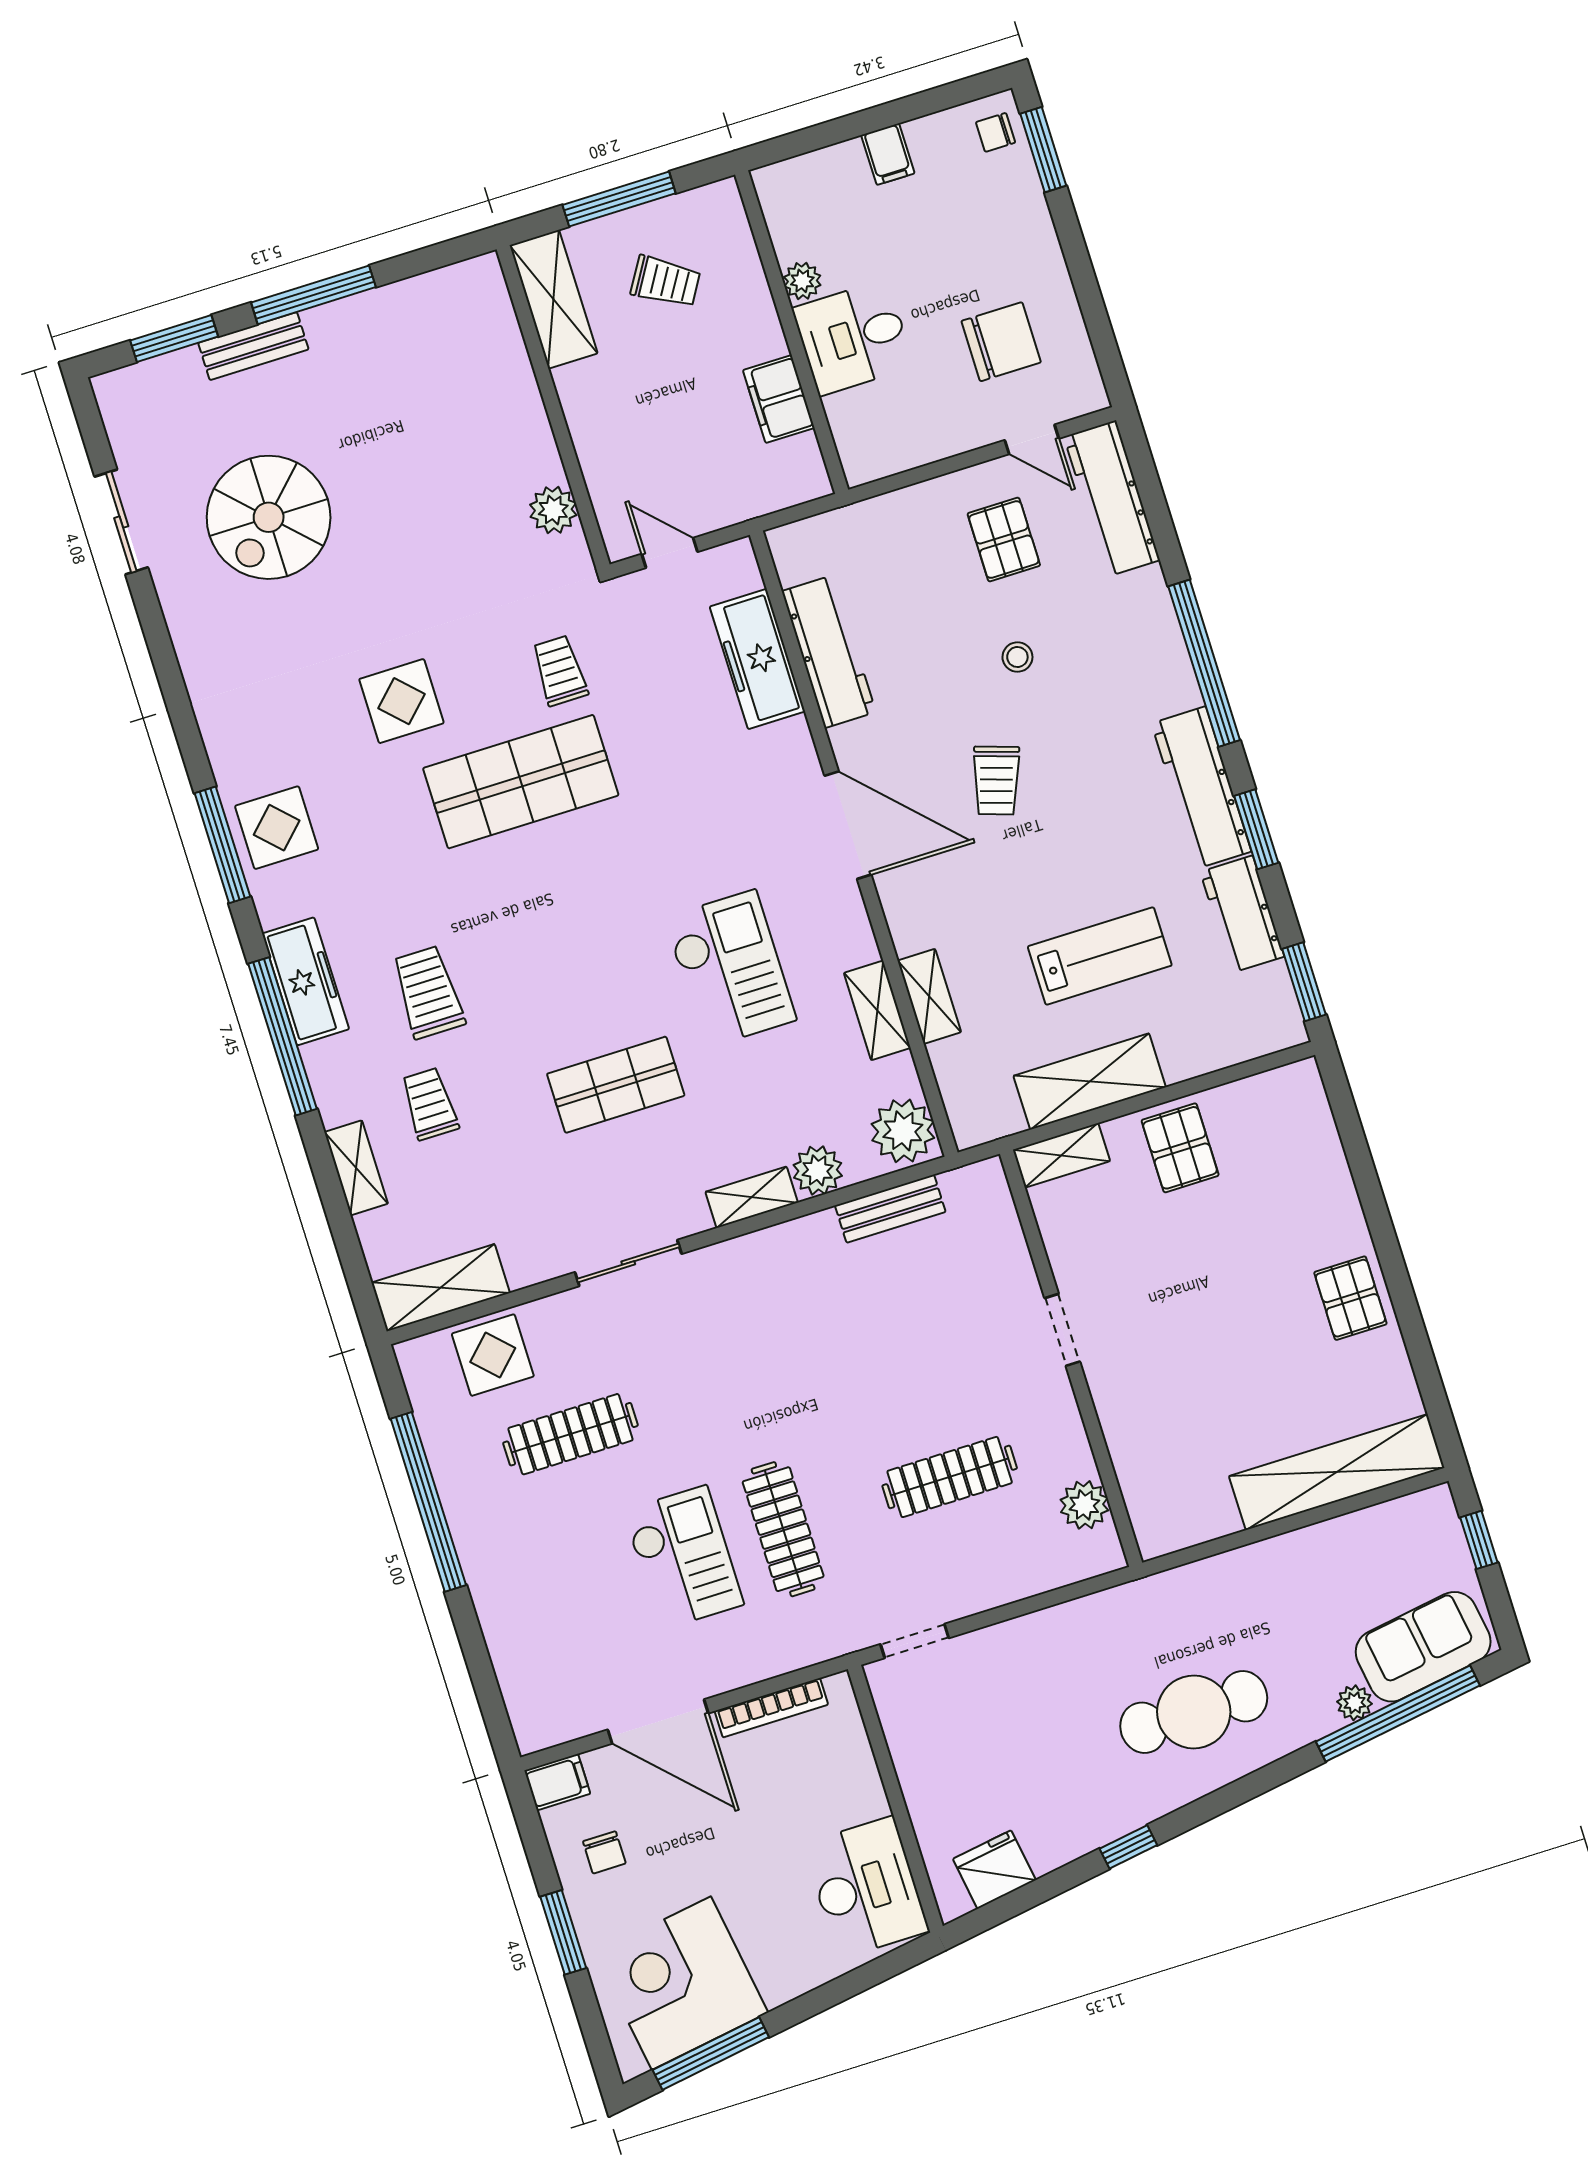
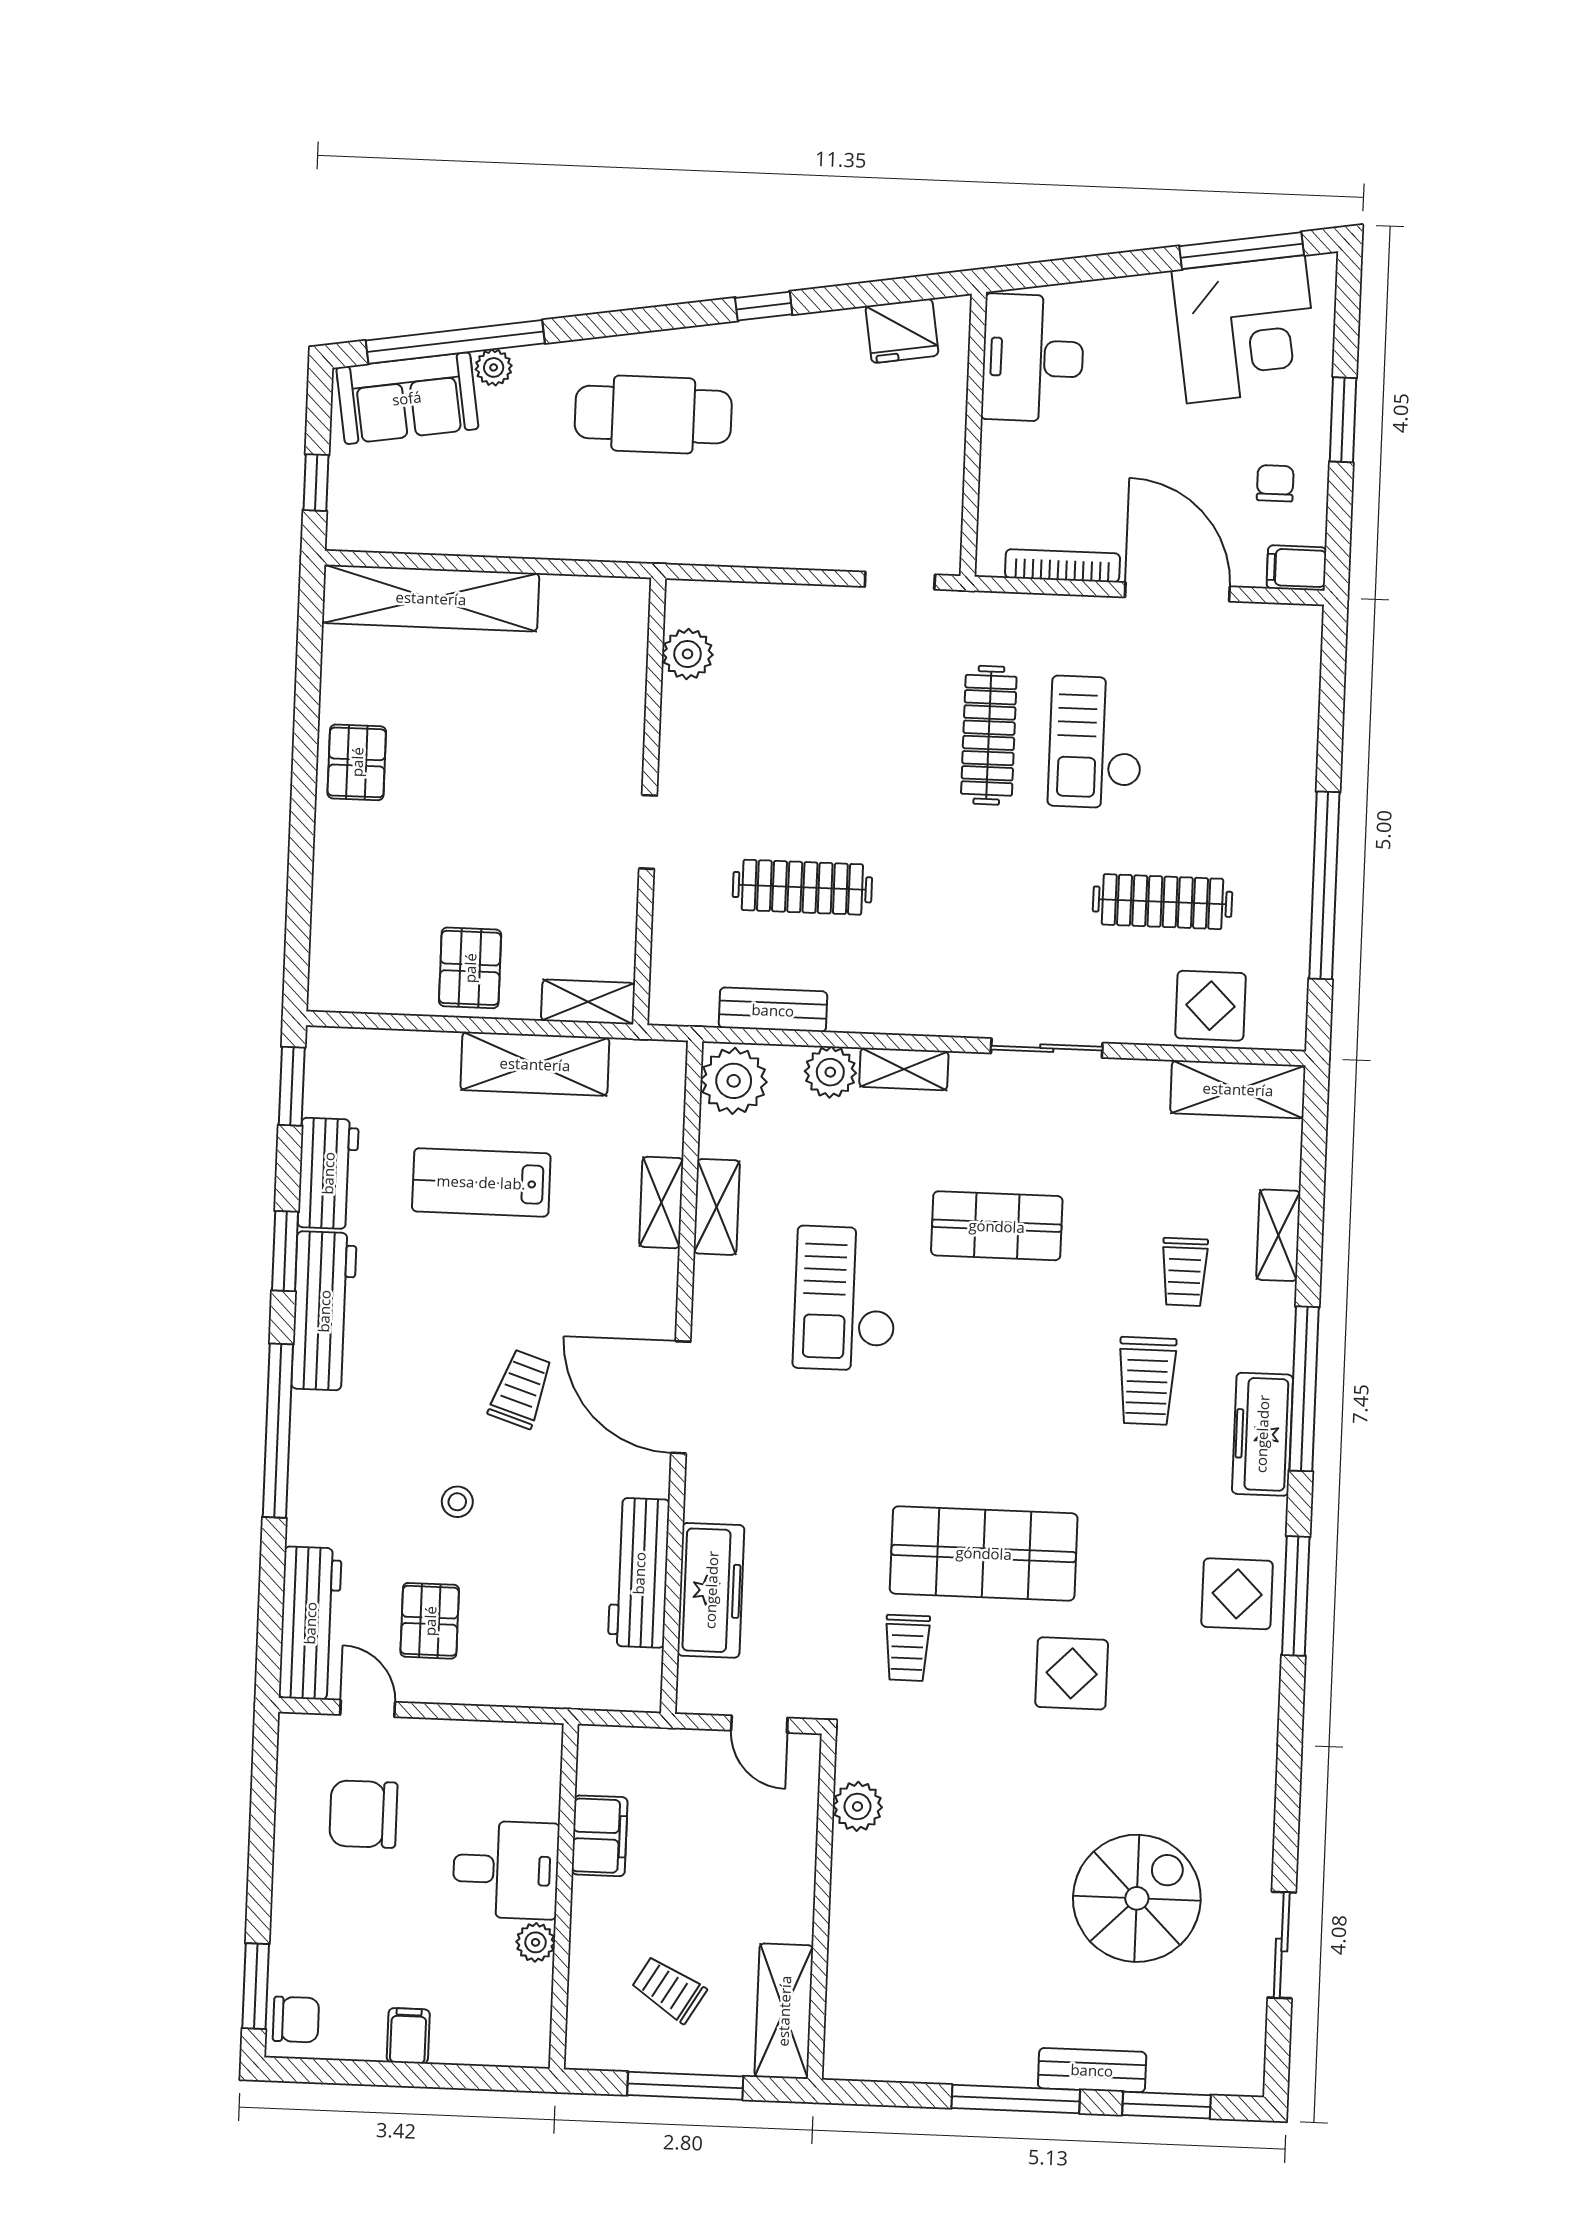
chair: (996, 132) -> (296, 2020), width x1.37, depth x1.37
clothes rail: (950, 1477) -> (802, 887), moved

